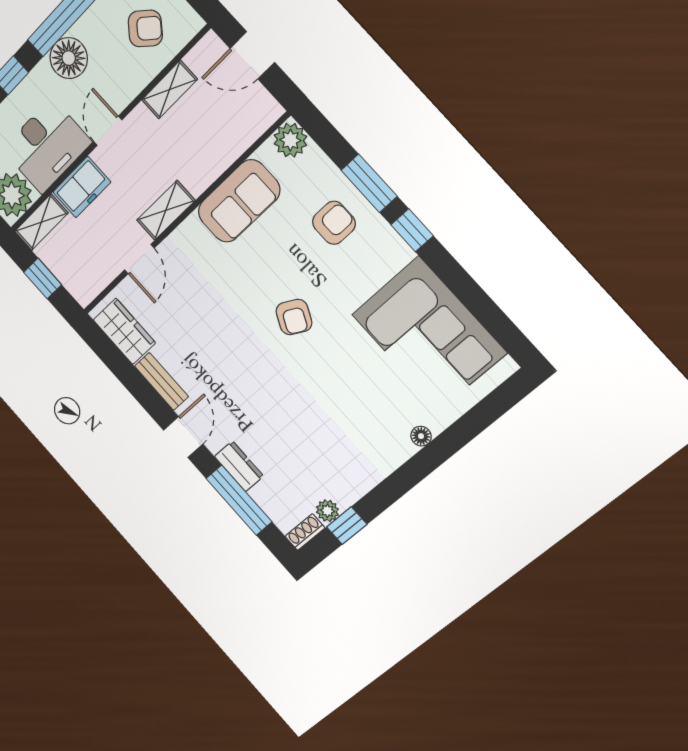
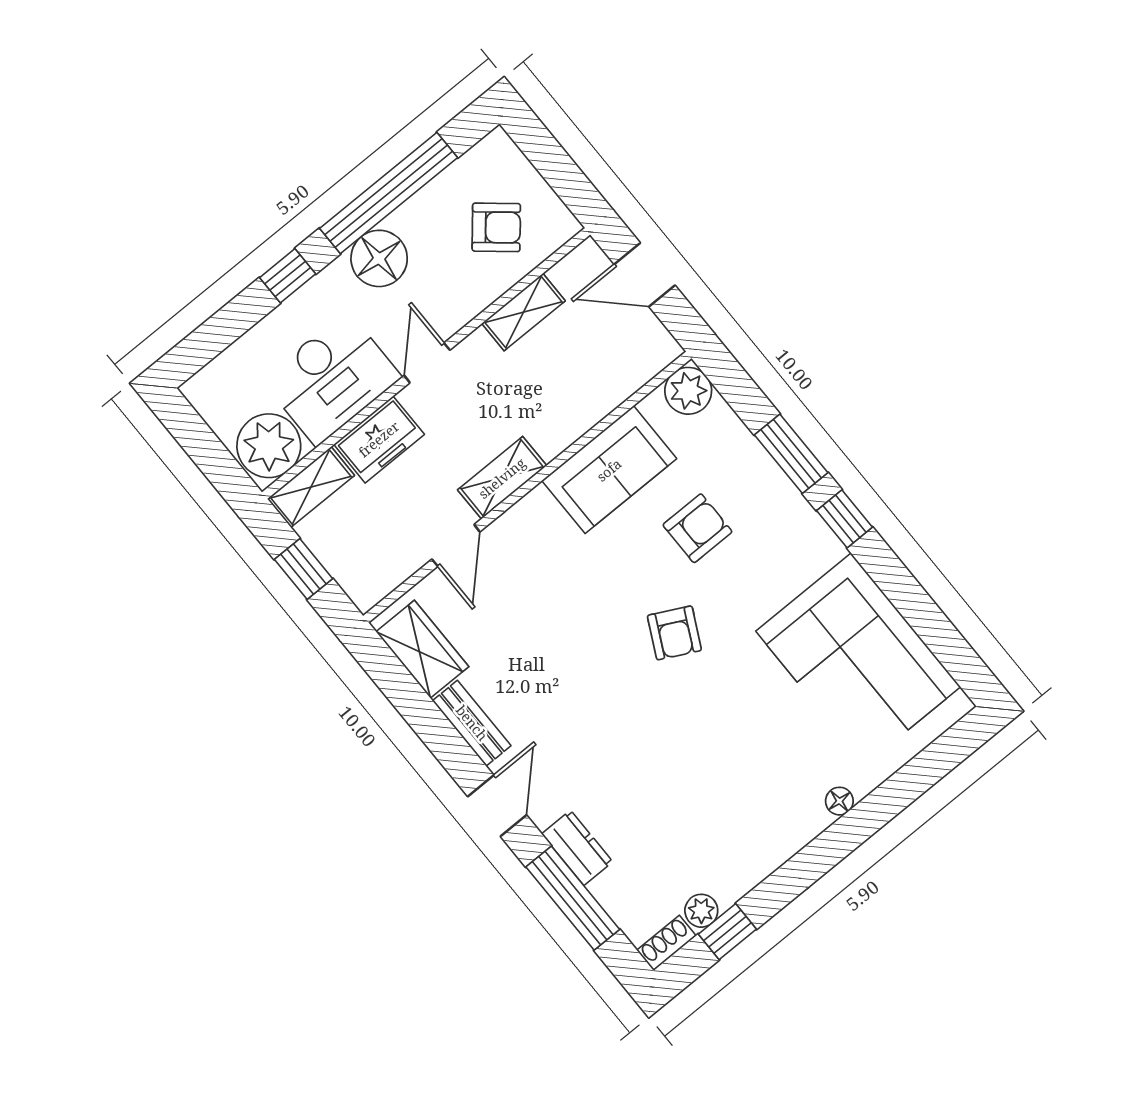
armchair: (334, 223) -> (697, 528), moved

